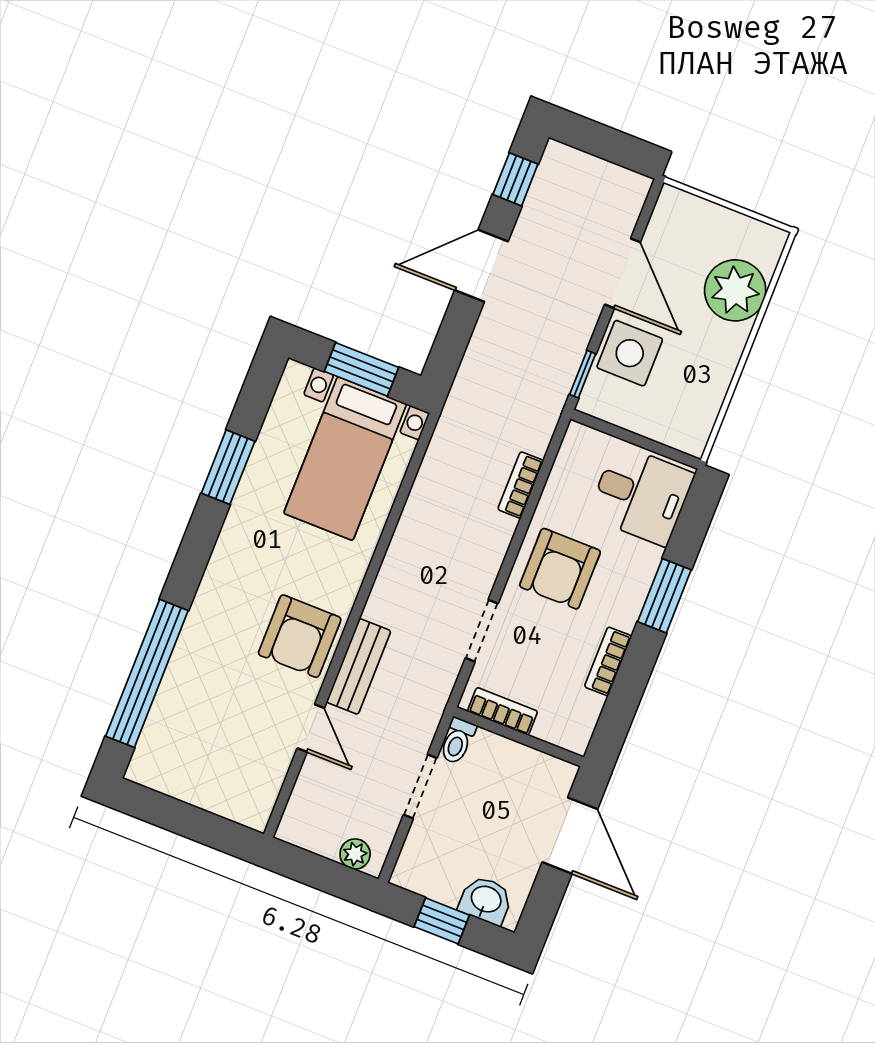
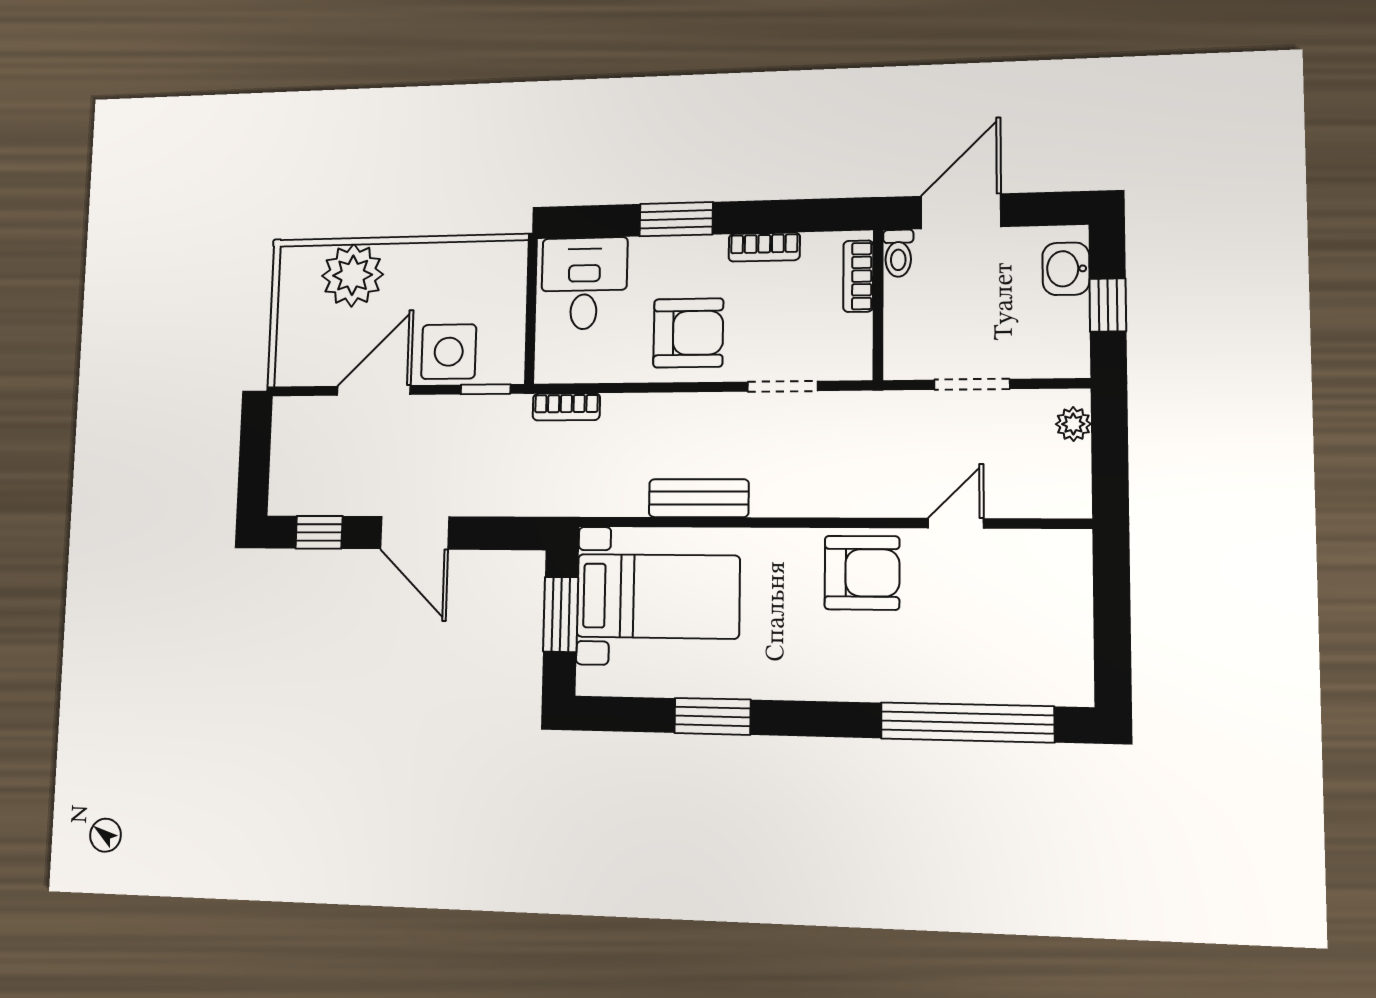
bookcase: (521, 485) -> (566, 407), moved
bench: (359, 666) -> (699, 498), moved
bookcase: (502, 711) -> (858, 276), moved
toilet: (457, 741) -> (898, 253), moved, turned 90

